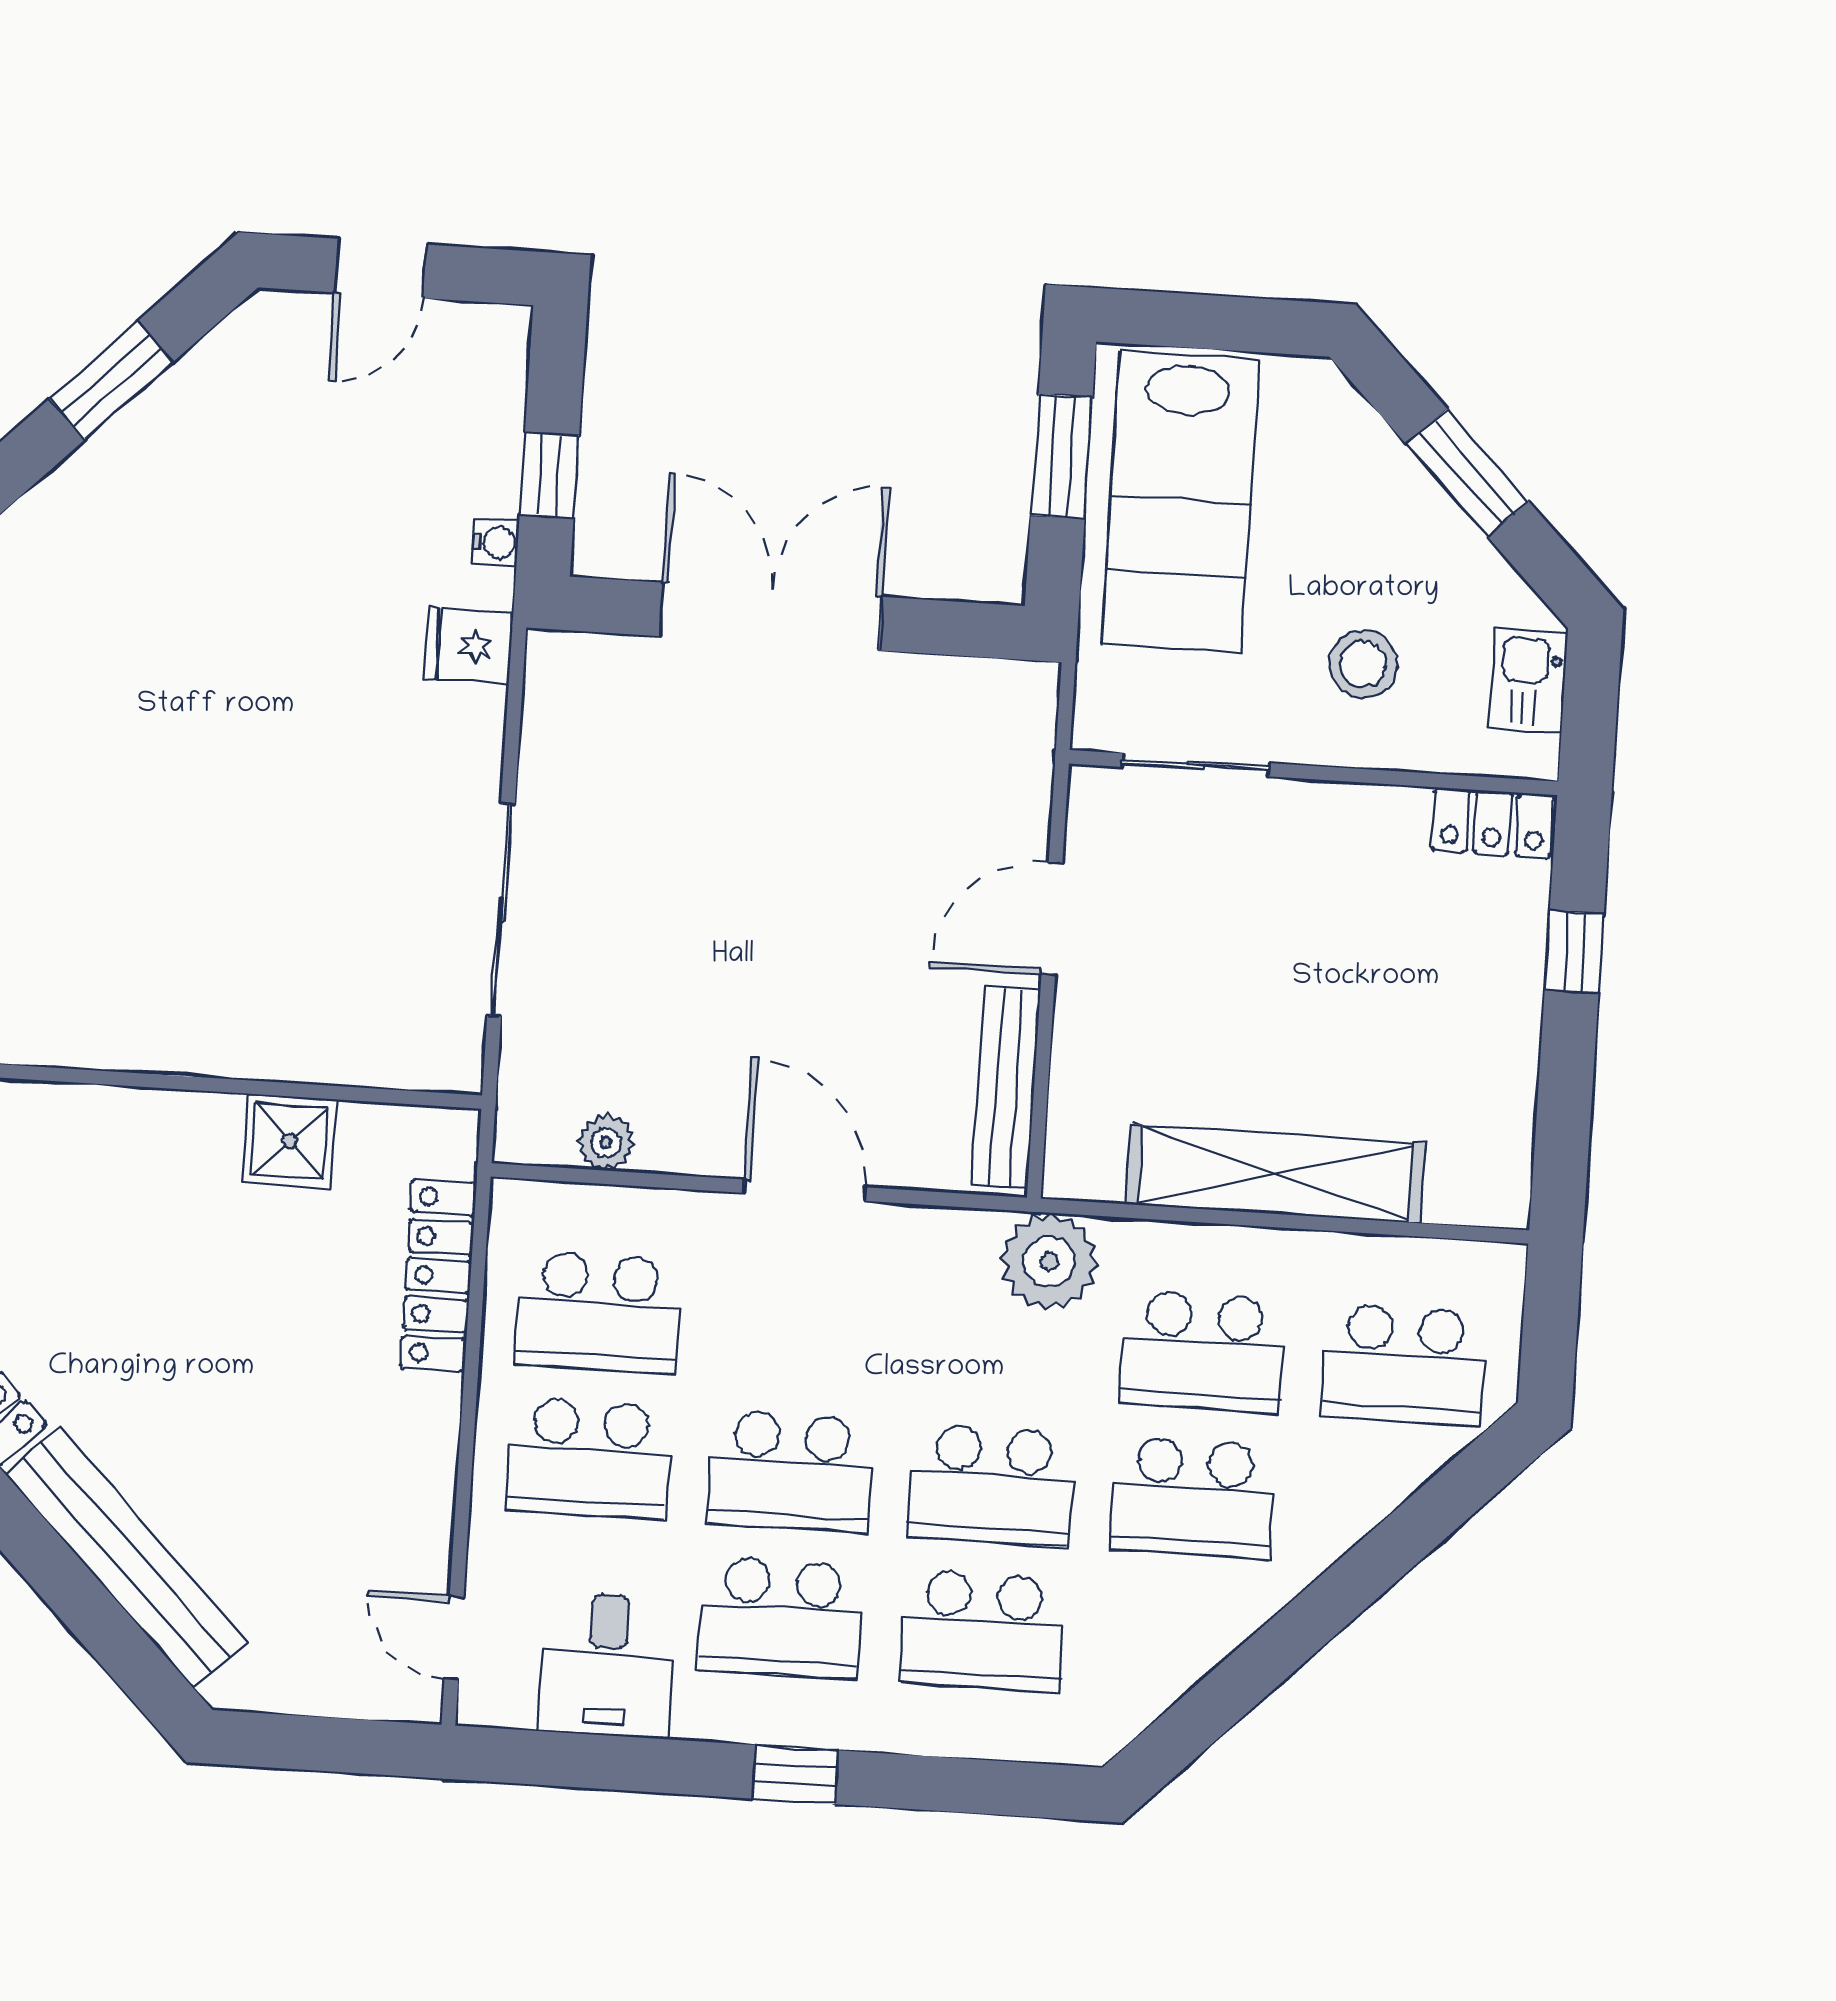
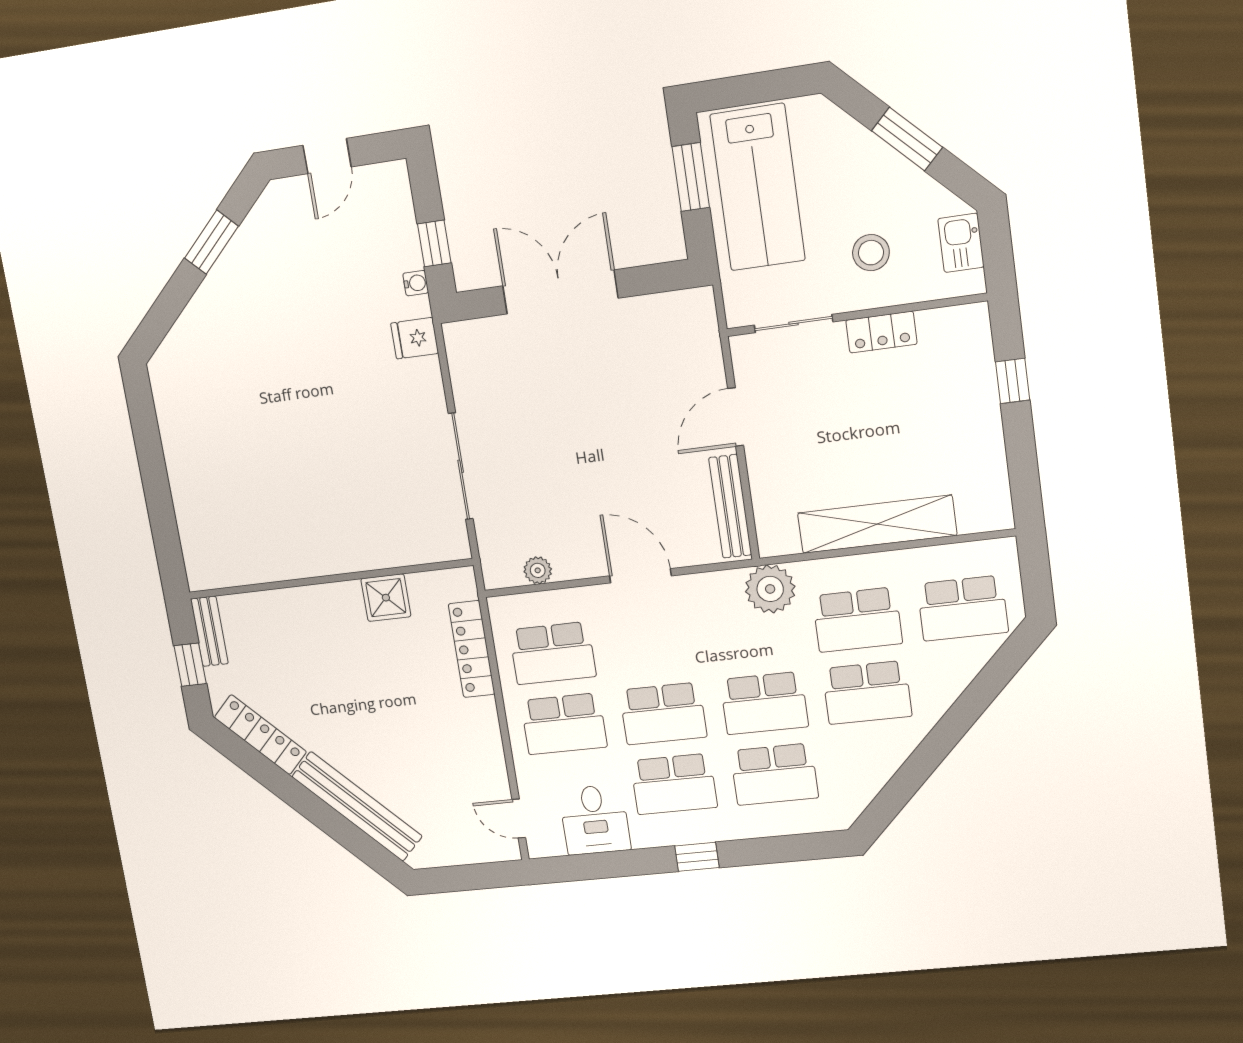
locker: (1492, 823) -> (881, 332), moved

